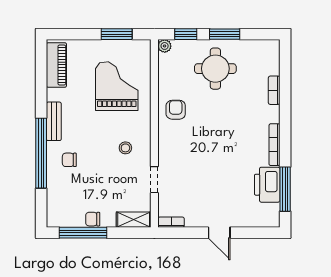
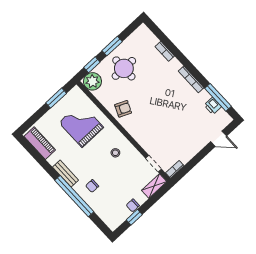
plant: (165, 46) -> (92, 81), width x1.88, depth x1.88
armchair: (176, 110) -> (123, 109), turned 114
doorway: (154, 180) -> (153, 164), moved
printer: (267, 185) -> (213, 106), width x0.53, depth x0.68
window: (83, 233) -> (134, 217), width x0.46
door: (219, 233) -> (219, 139), moved

